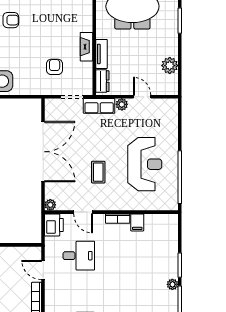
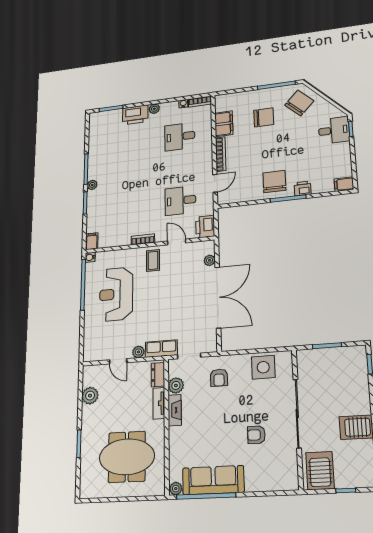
armchair: (55, 67) -> (219, 378), moved
plant: (85, 70) -> (176, 385), added
double door: (43, 152) -> (218, 297), swing flipped
coffee table: (98, 172) -> (153, 260), moved
plant: (50, 205) -> (210, 260), moved
water cooler: (173, 205) -> (90, 257), added
filing cabinet: (137, 222) -> (92, 241), moved
door: (43, 270) -> (215, 183), hinge flipped

